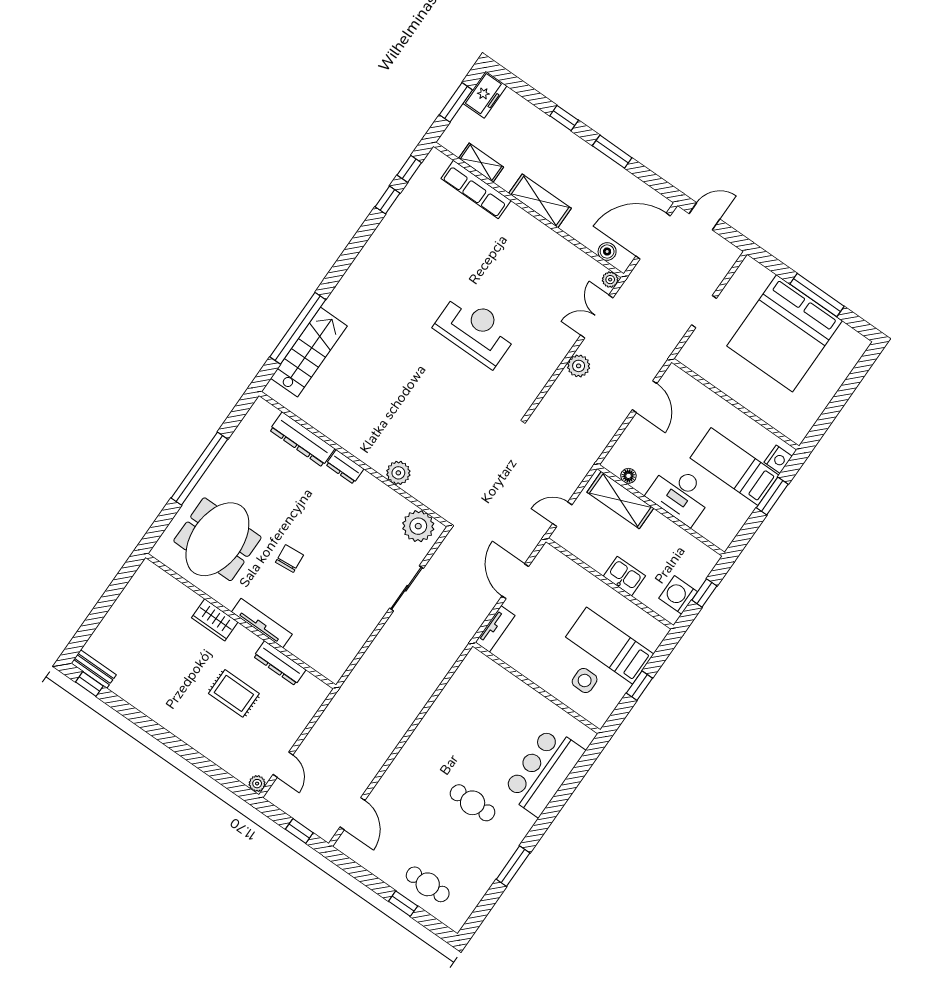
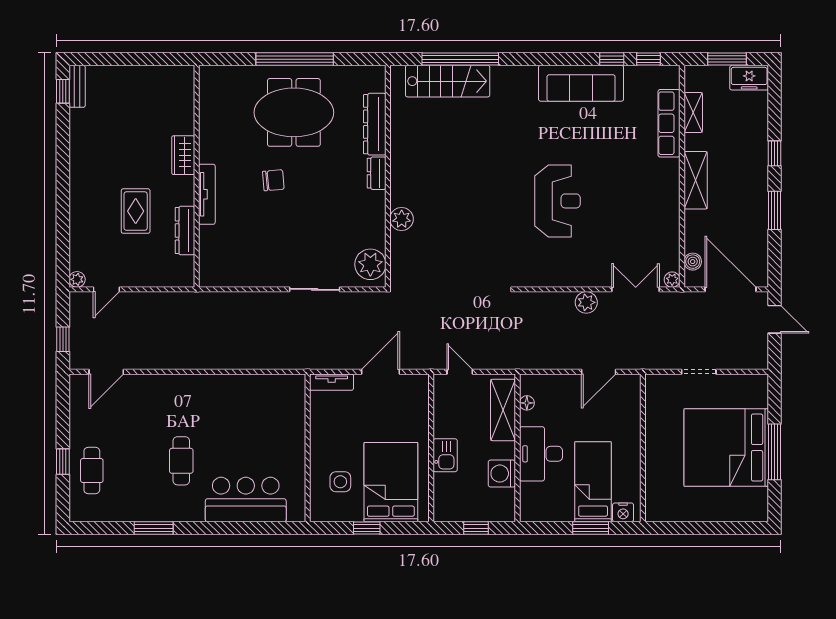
sofa: (390, 240) -> (581, 83), added
meeting table: (217, 539) -> (294, 112), moved
washing machine: (678, 595) -> (502, 474), moved, turned -90
bed: (610, 646) -> (391, 482), width x1.50

